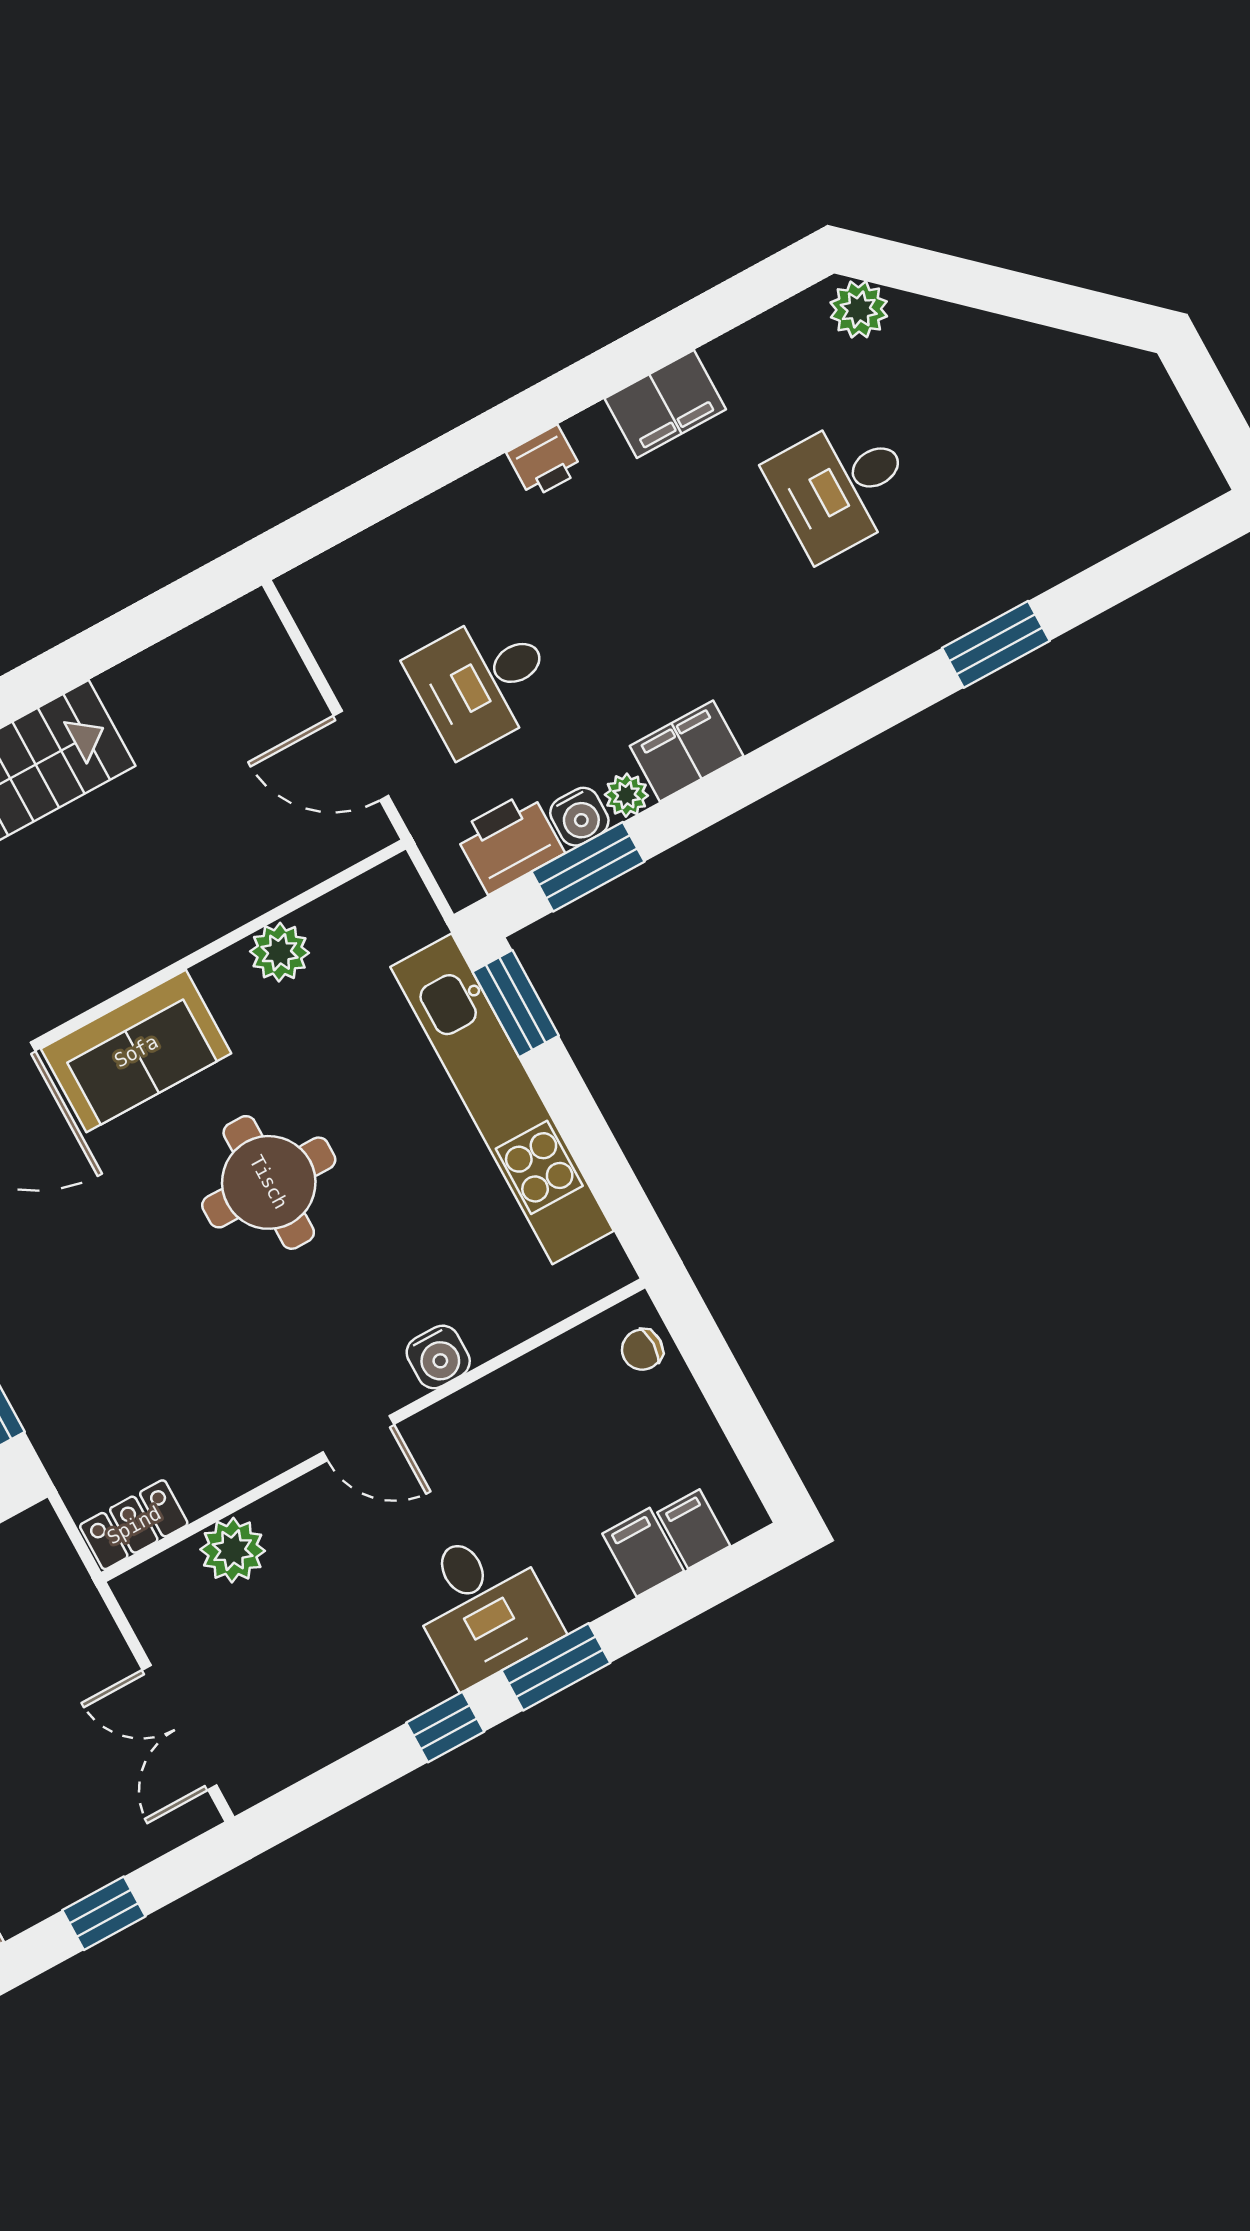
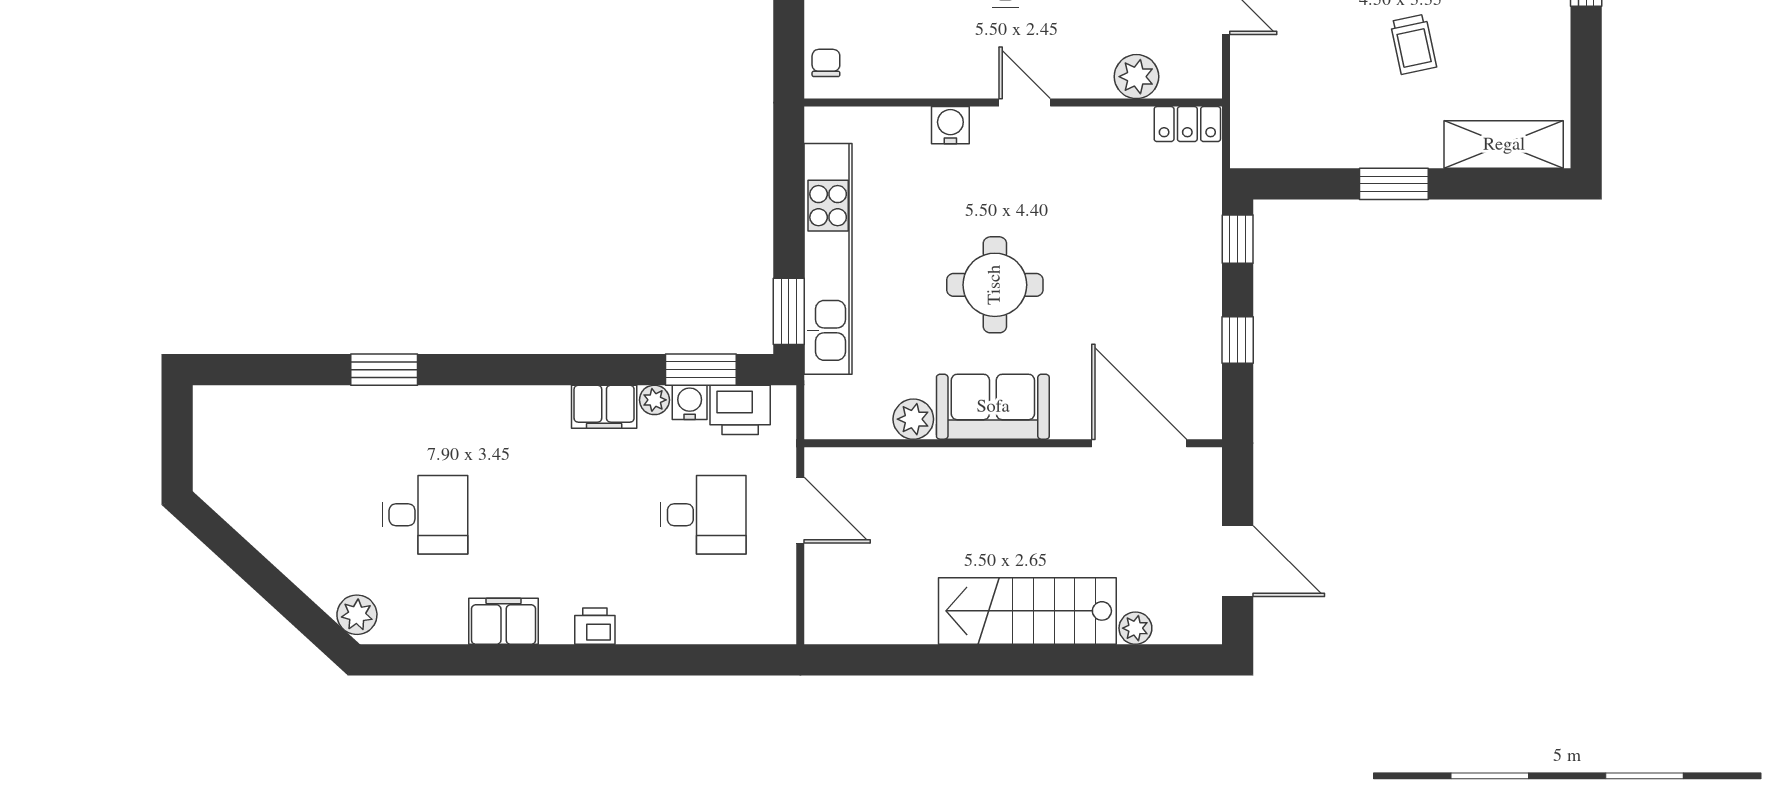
sofa: (136, 1051) -> (993, 407), moved
chair: (642, 1350) -> (826, 63), turned -90

